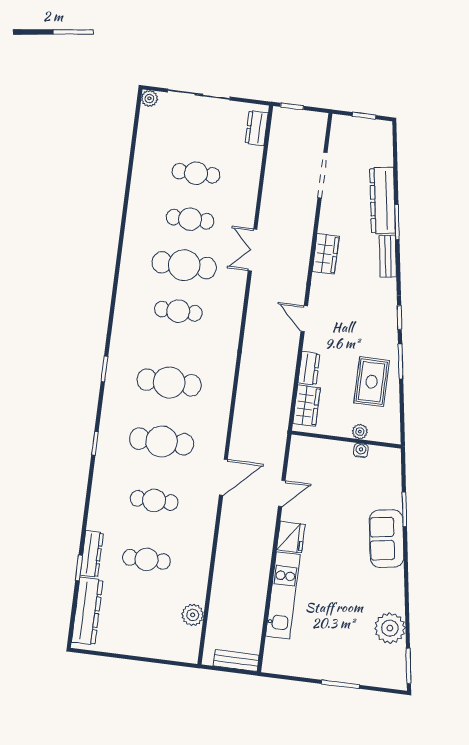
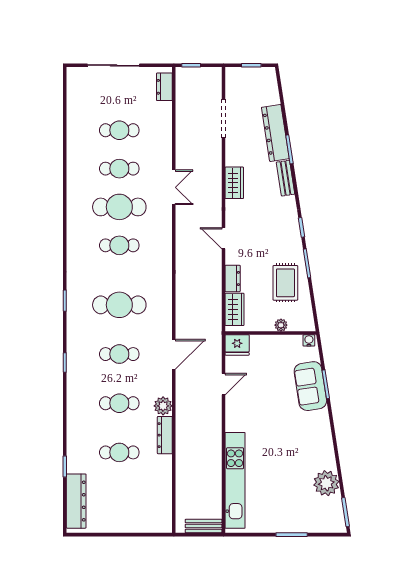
plant: (149, 98) -> (73, 74), removed
double door: (253, 250) -> (174, 187), swing flipped
cafe table: (162, 441) -> (119, 354), width x0.73, depth x0.74
water cooler: (361, 450) -> (309, 340), moved
door: (223, 477) -> (174, 354), moved
fridge: (291, 537) -> (237, 345), moved, turned 90
sofa: (386, 539) -> (310, 386), moved
dresser: (92, 554) -> (165, 435), moved, turned 180
kitchen unit: (283, 595) -> (235, 480), width x1.36
plant: (193, 615) -> (163, 406), moved

